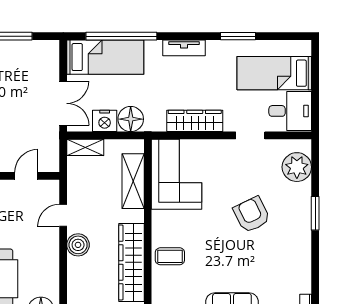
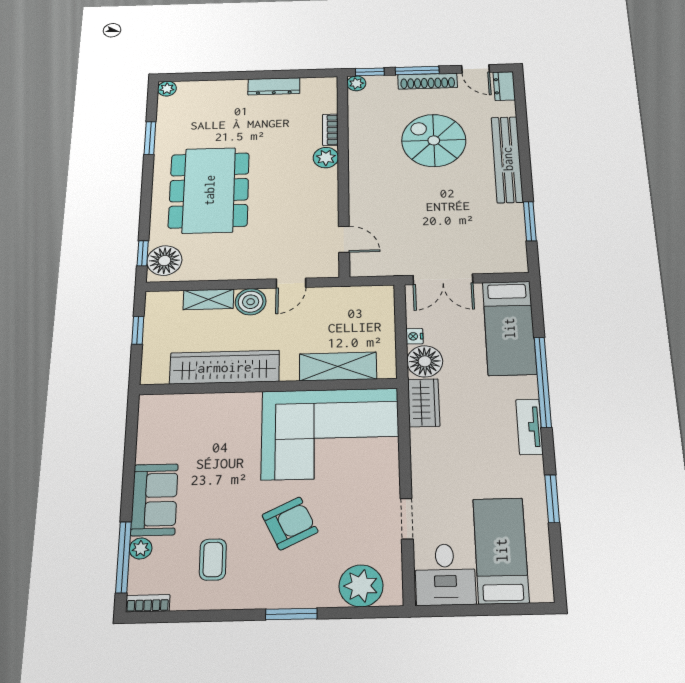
window: (121, 36) -> (543, 382), moved
nightstand: (105, 121) -> (414, 336), width x0.53, depth x0.56
wardrobe: (195, 121) -> (424, 403), moved, width x0.67
shelving: (85, 147) -> (208, 299), moved, turned 90
corner sofa: (177, 174) -> (330, 434), width x1.36, depth x1.36
door: (63, 215) -> (291, 283), swing flipped
coffee table: (170, 256) -> (213, 559), moved

